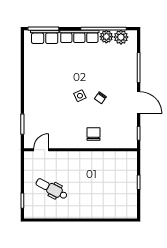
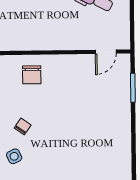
side table: (80, 96) -> (14, 156), moved

